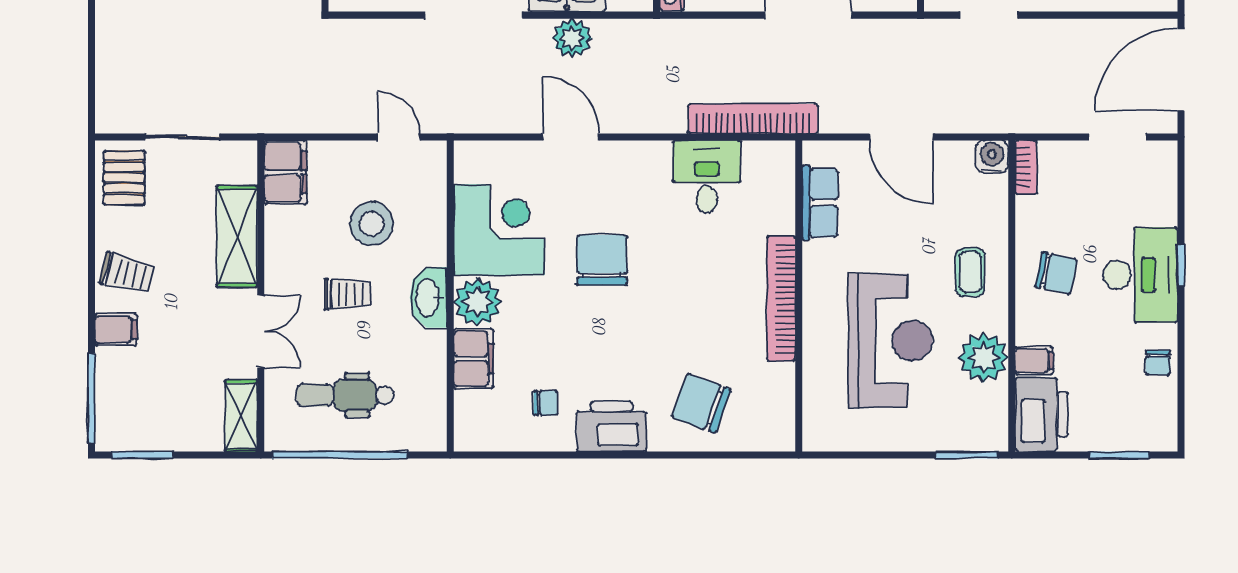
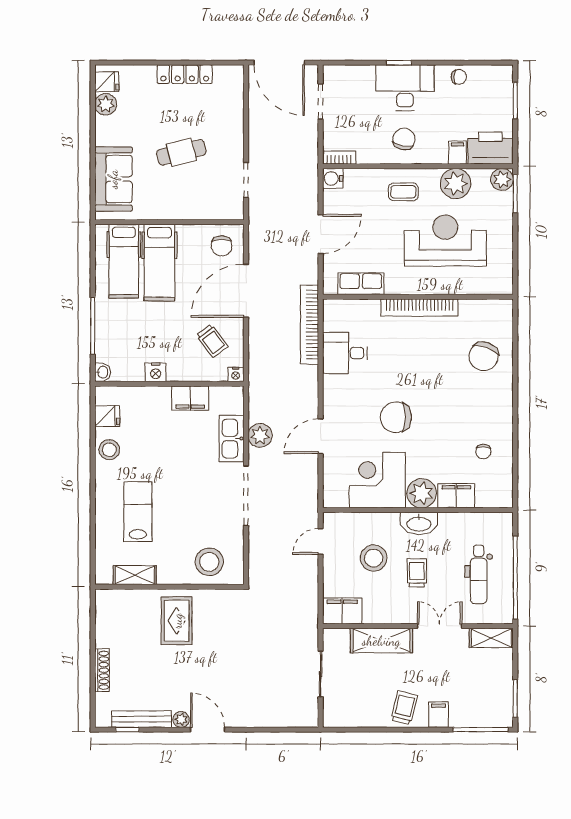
pallet: (124, 178) -> (346, 710), removed
chair: (546, 403) -> (483, 452), turned 180
printer: (612, 427) -> (498, 411), removed
plant: (990, 433) -> (502, 179), added

